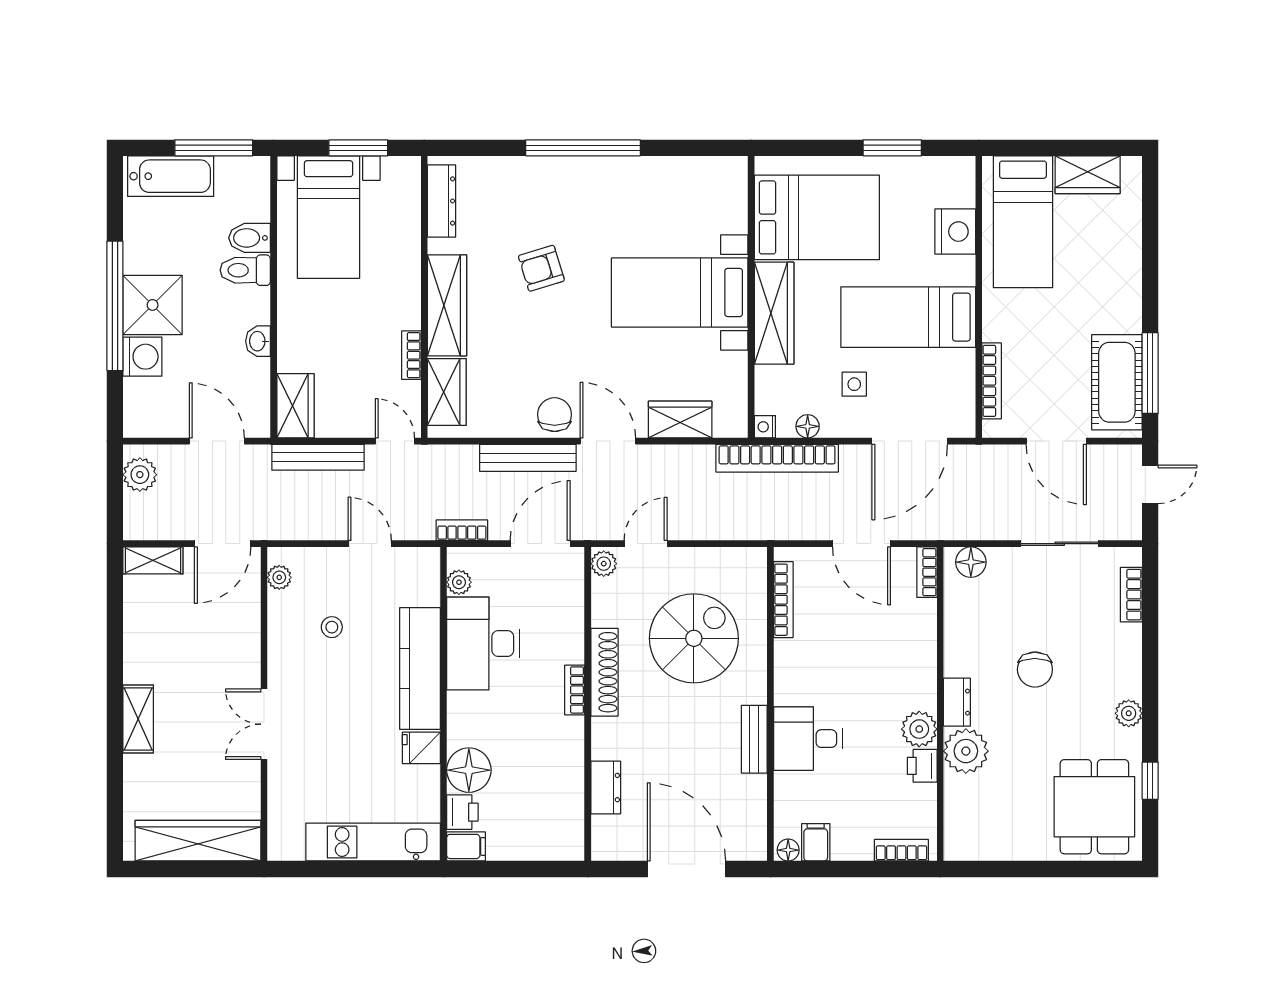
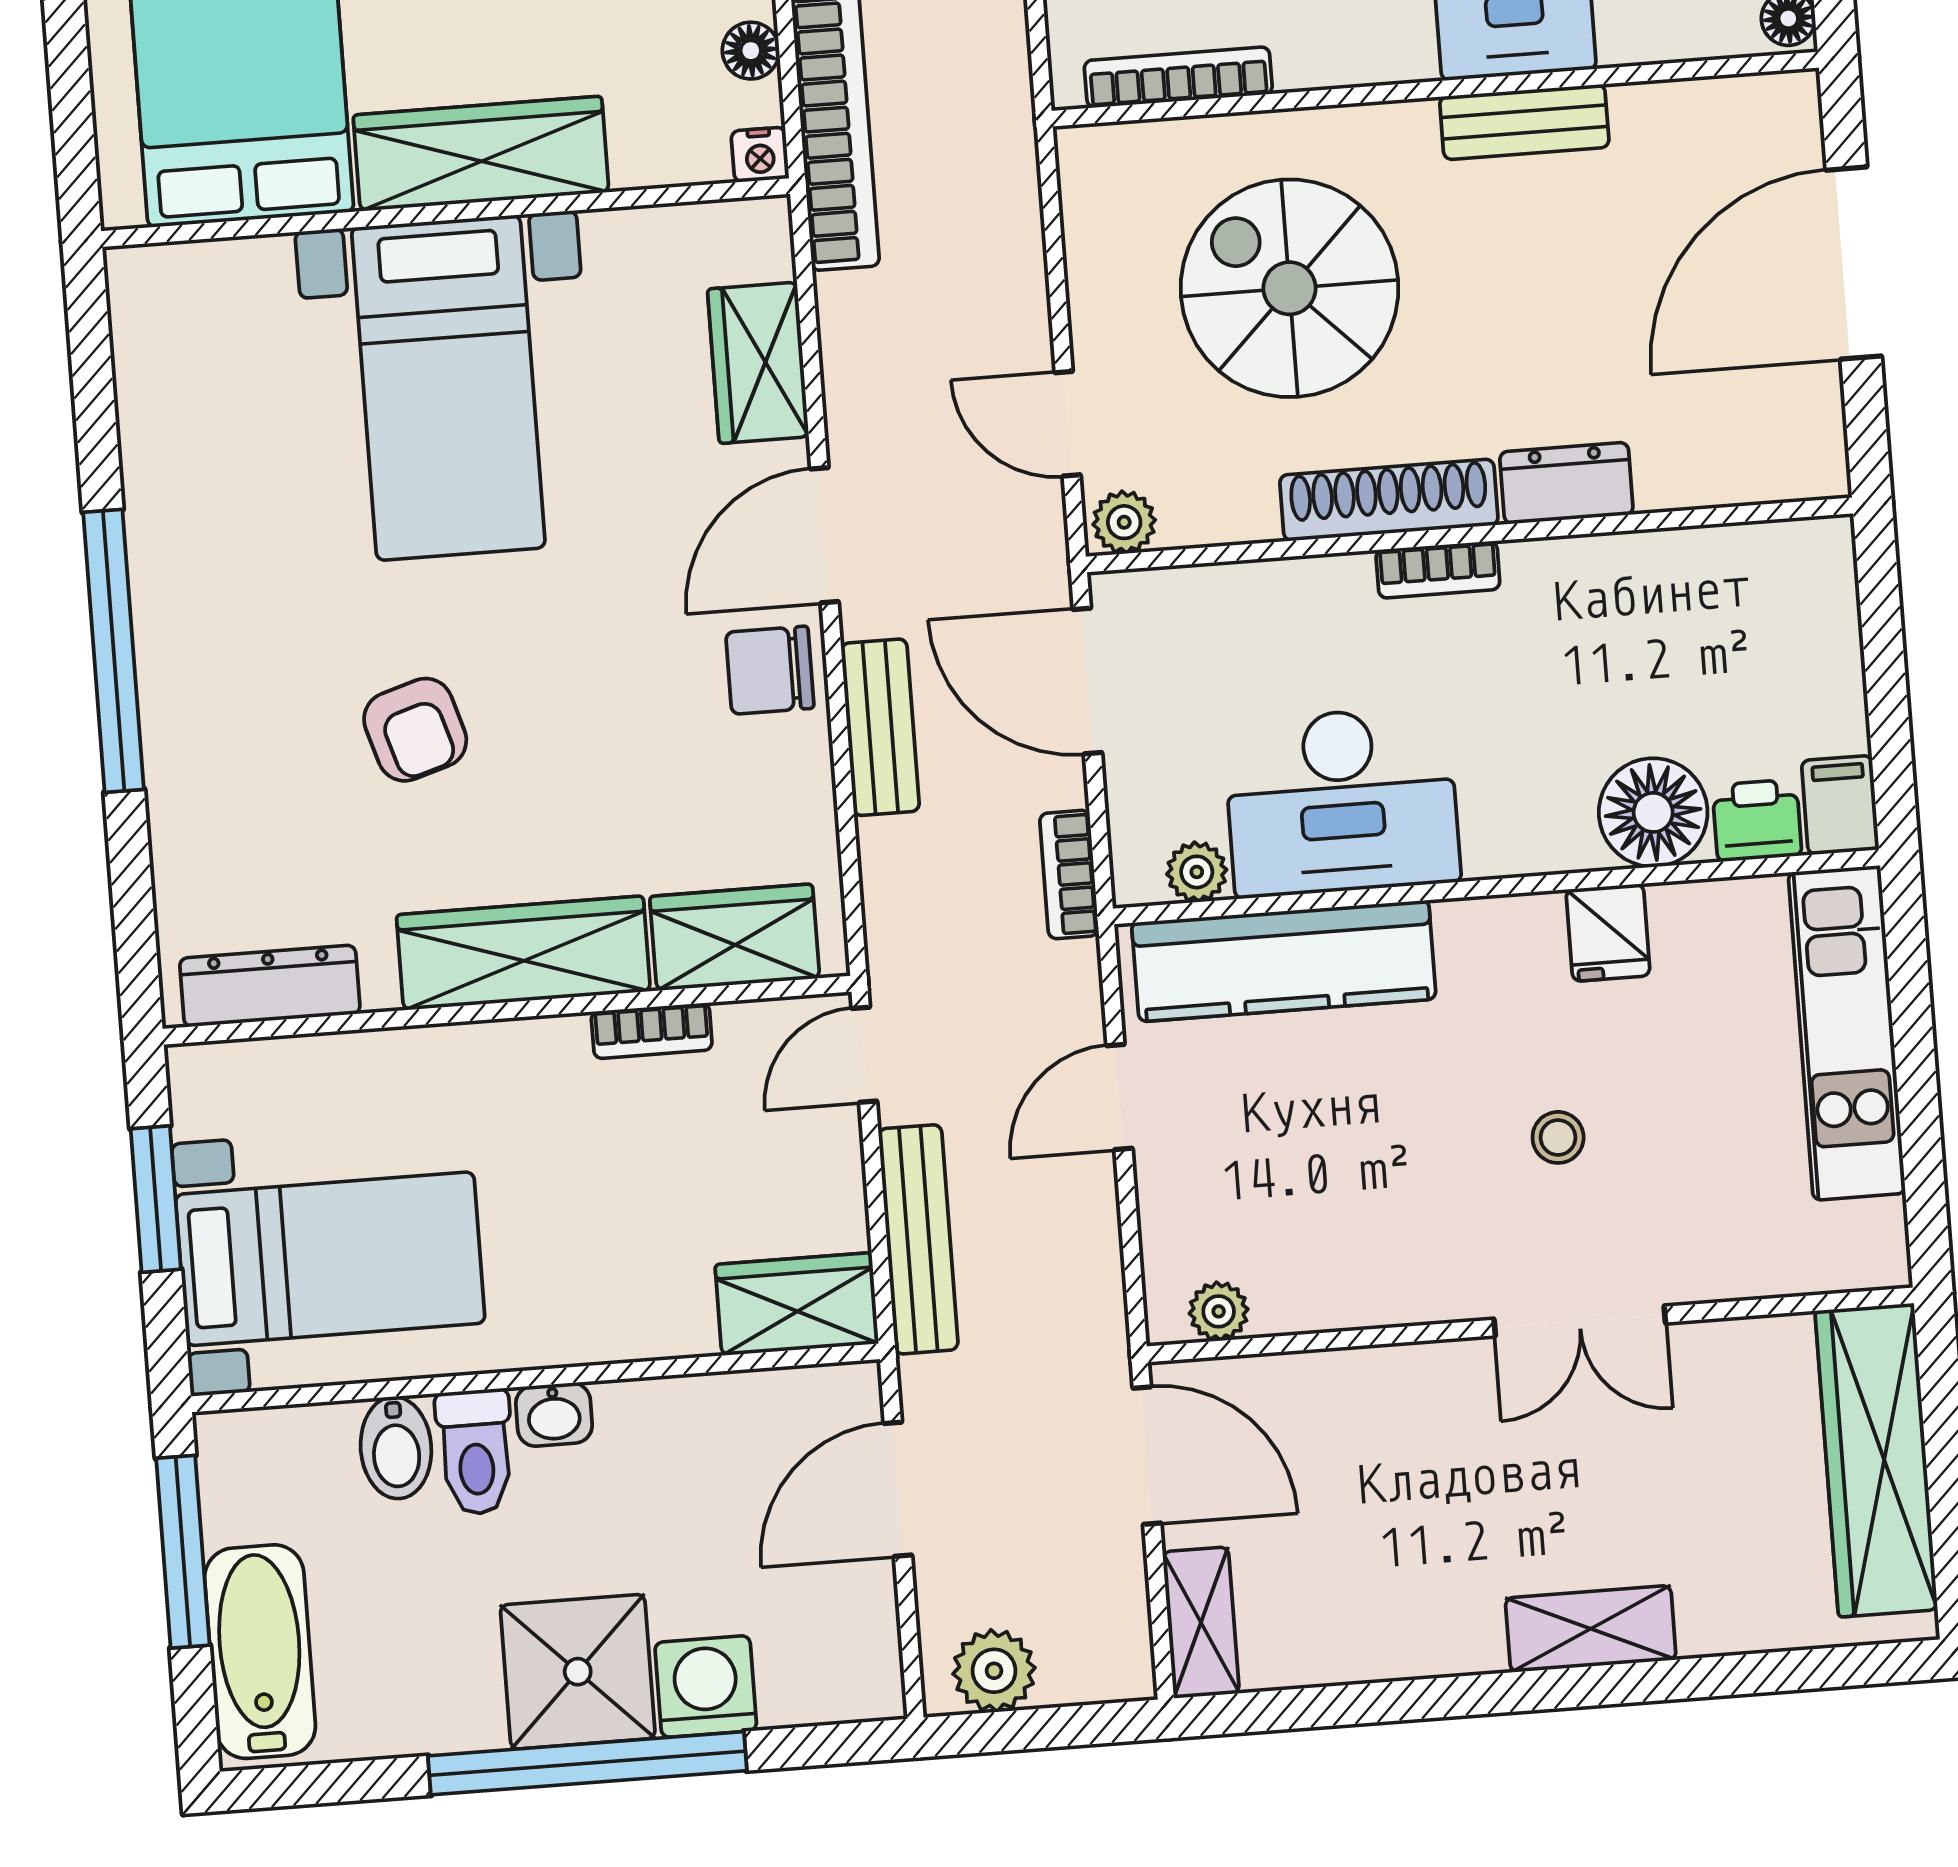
washbasin: (258, 341) -> (554, 1415), moved
bench: (528, 458) -> (880, 727), width x0.73
stool: (332, 627) -> (1558, 1137), moved
kitchen counter: (420, 669) -> (1284, 961), moved
dresser: (606, 788) -> (1566, 483), moved

